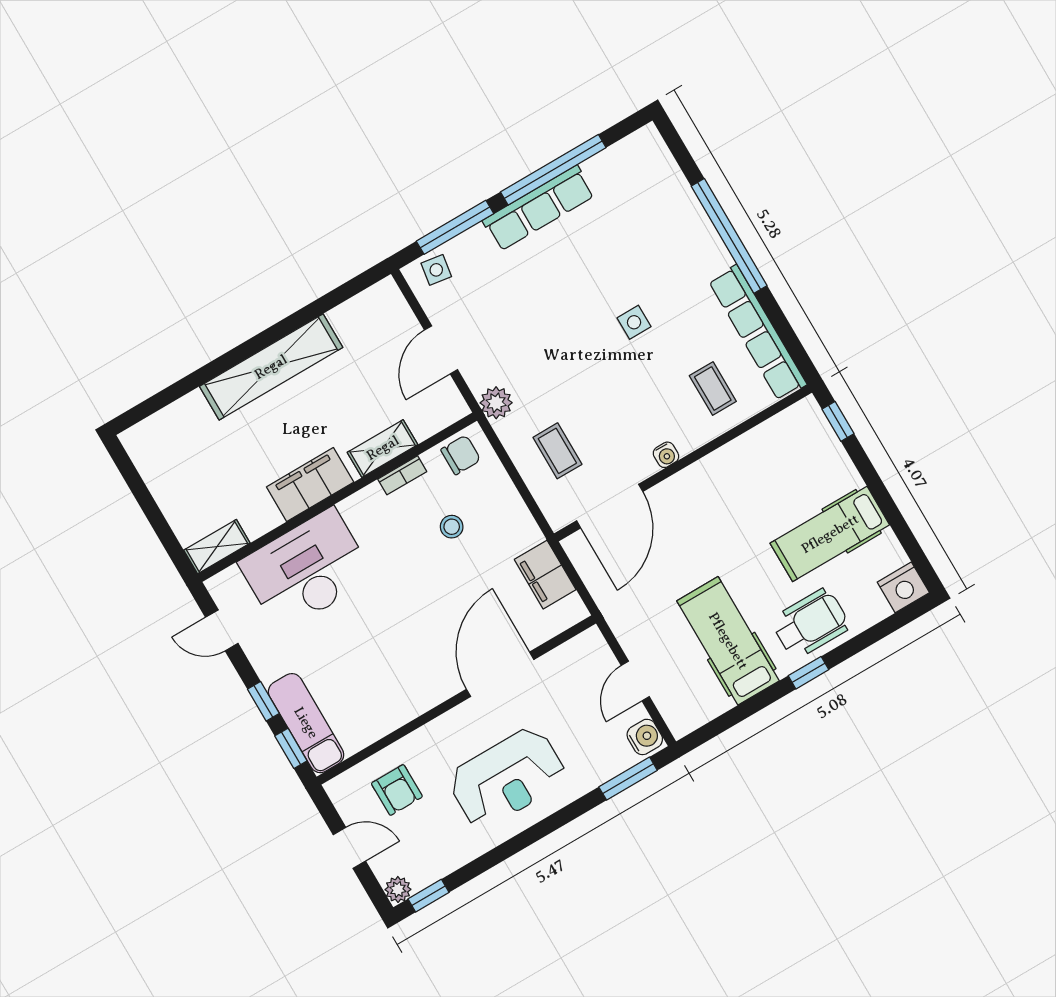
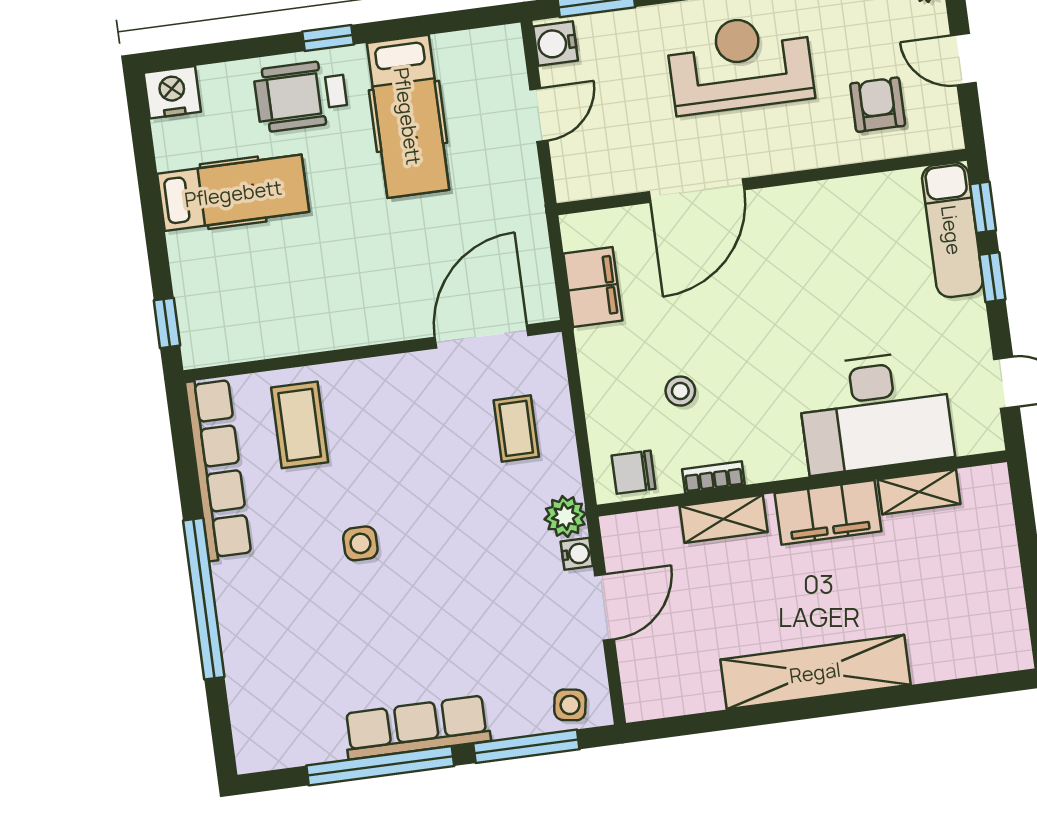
coffee table: (713, 389) -> (300, 425), width x1.36, depth x1.30
water cooler: (666, 455) -> (577, 554), moved, turned 90
shelving: (217, 547) -> (919, 492), moved

